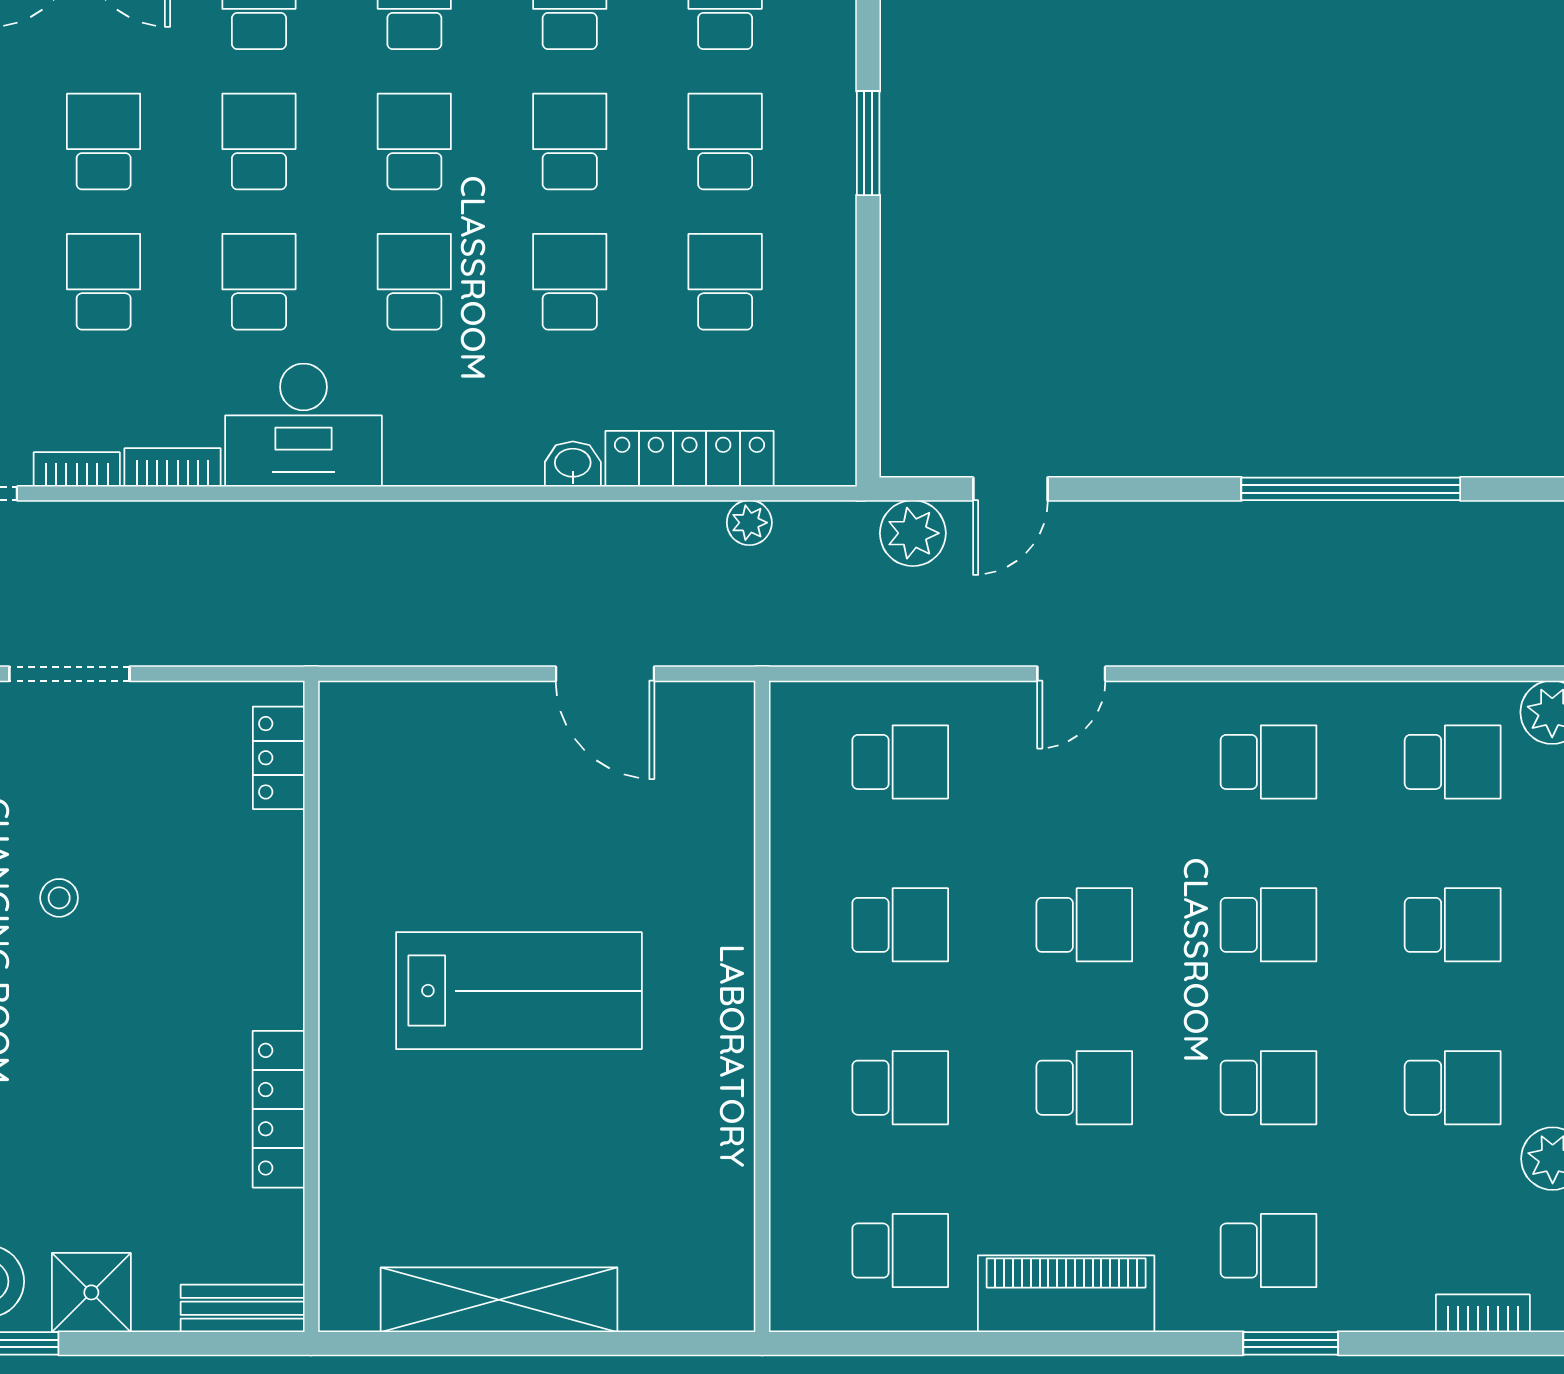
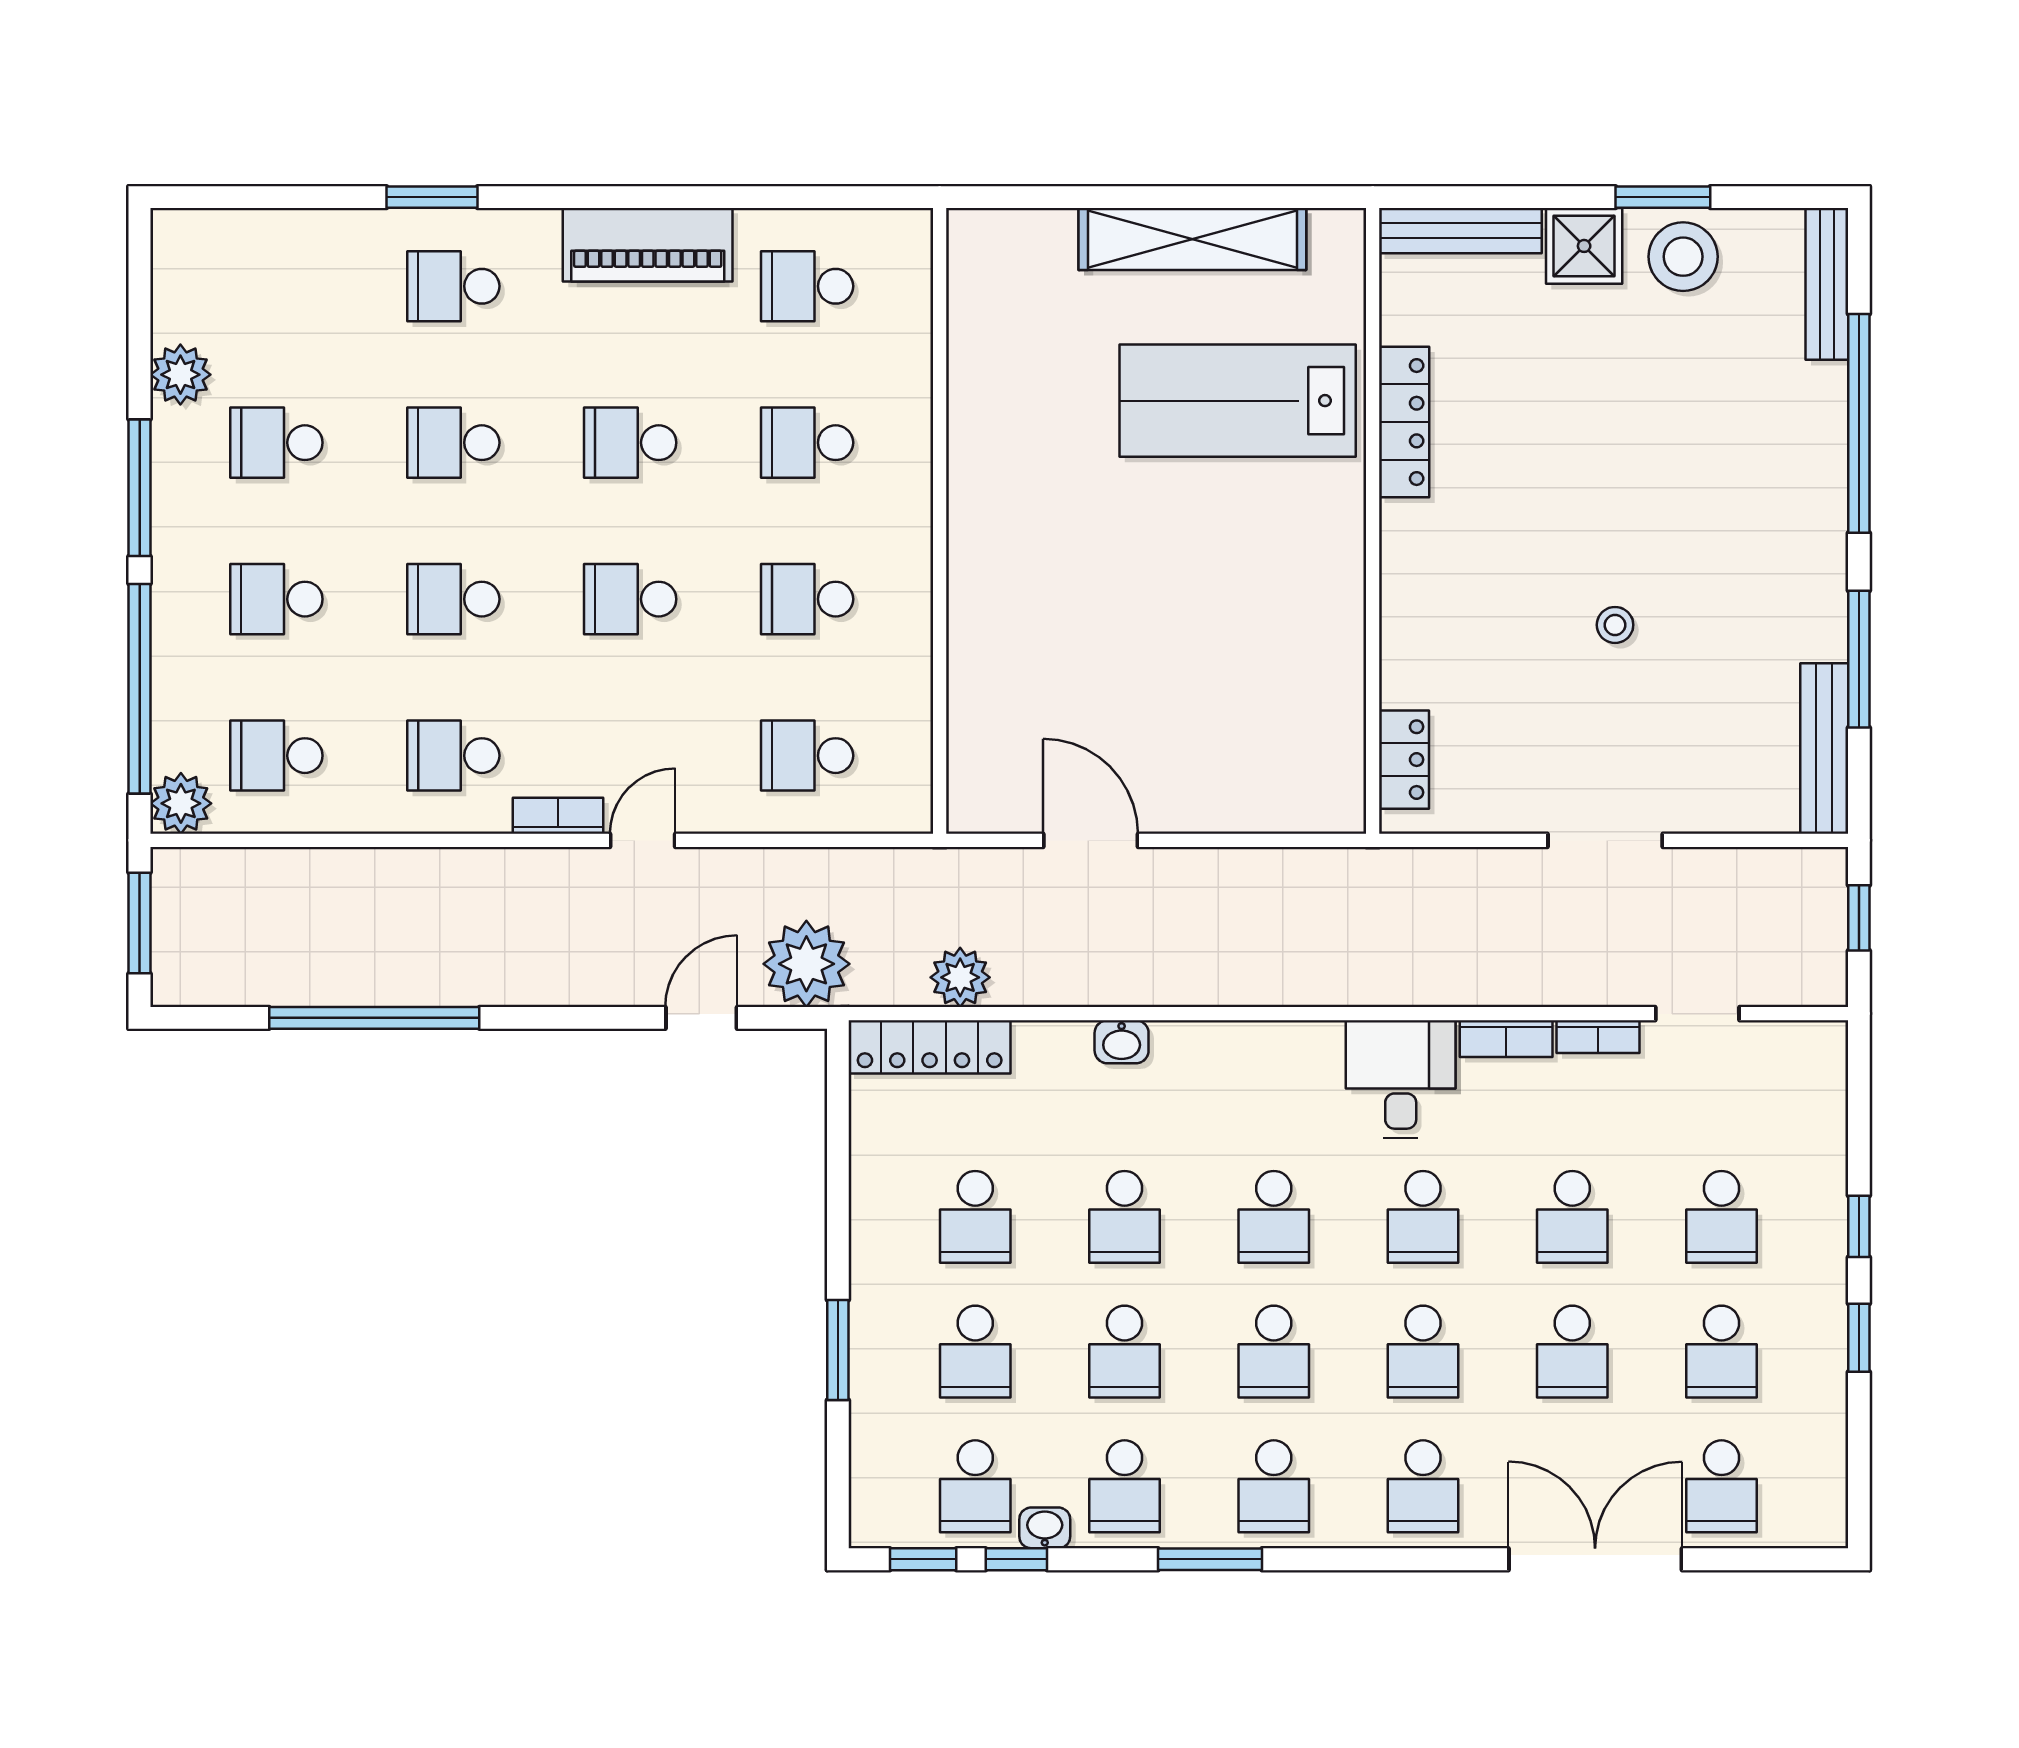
desk: (304, 425) -> (1401, 1079), width x0.73
locker: (689, 459) -> (930, 1047), moved
plant: (749, 523) -> (960, 977), width x1.38, depth x1.38
plant: (913, 533) -> (806, 964), width x1.36, depth x1.36
lab bench: (519, 991) -> (1238, 401), moved
bench: (243, 1308) -> (1460, 231), width x1.36
bookcase: (1483, 1313) -> (558, 816), moved, turned 180

